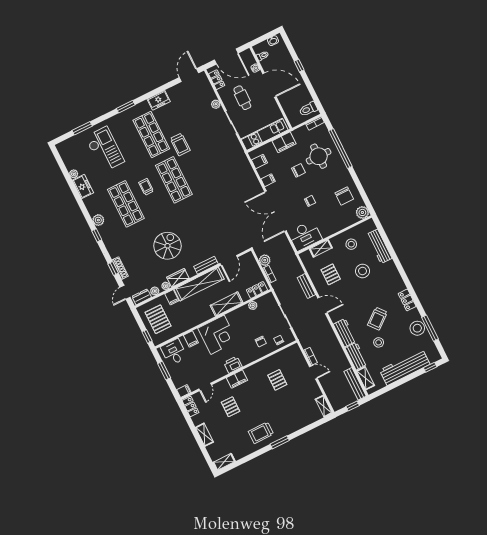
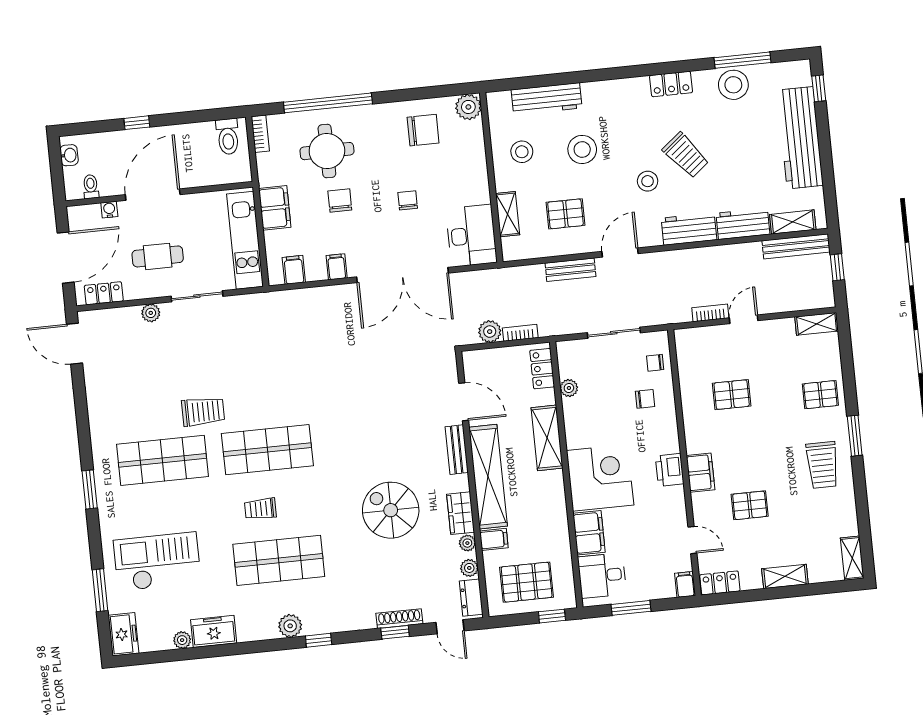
freezer: (159, 100) -> (123, 634), moved
filing cabinet: (191, 339) -> (589, 533), width x2.00
stool: (379, 342) -> (648, 181), moved
pallet: (292, 420) -> (820, 395), added

